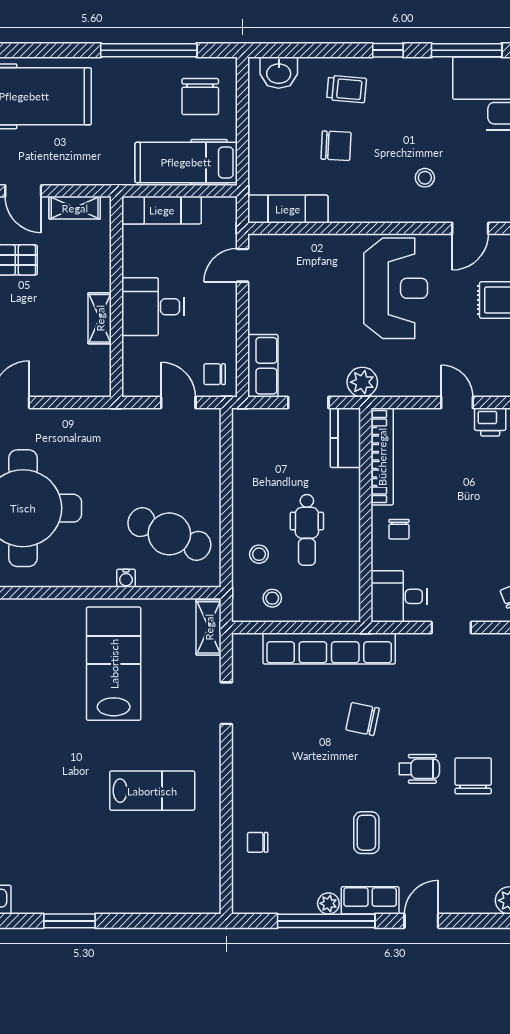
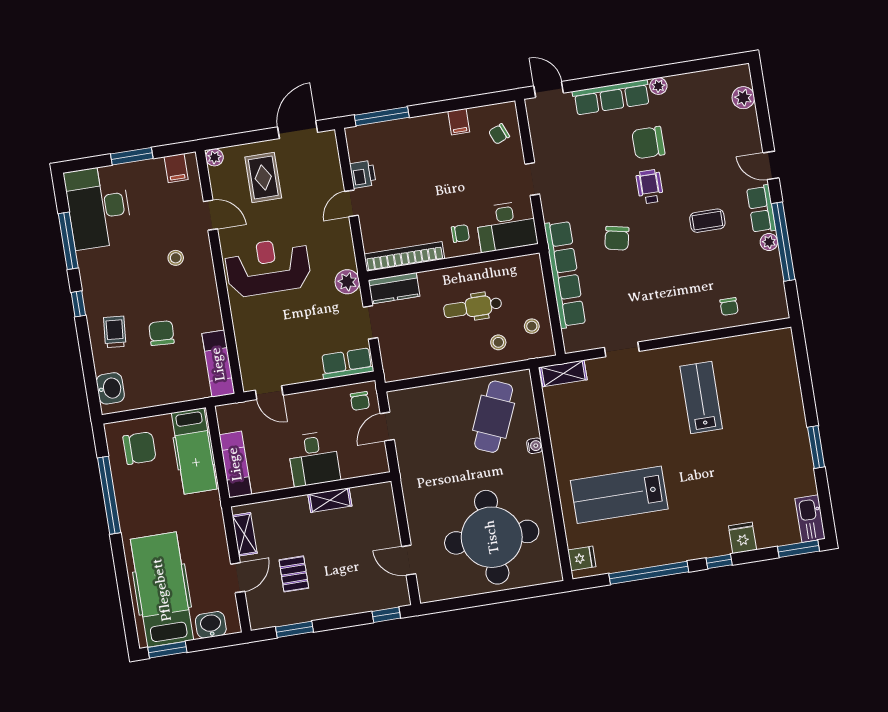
dental chair: (307, 530) -> (473, 307), turned 180
desk: (399, 596) -> (506, 226), width x1.37
lab bench: (114, 664) -> (619, 495), moved

